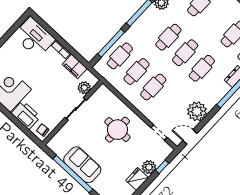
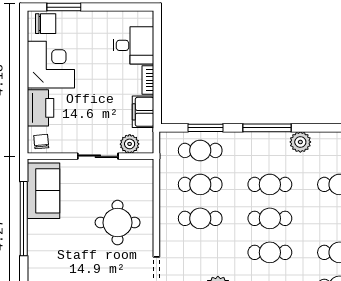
desk: (34, 38) -> (133, 45), width x0.73
window: (111, 43) -> (205, 128), width x0.69
sofa: (82, 165) -> (44, 191), moved

